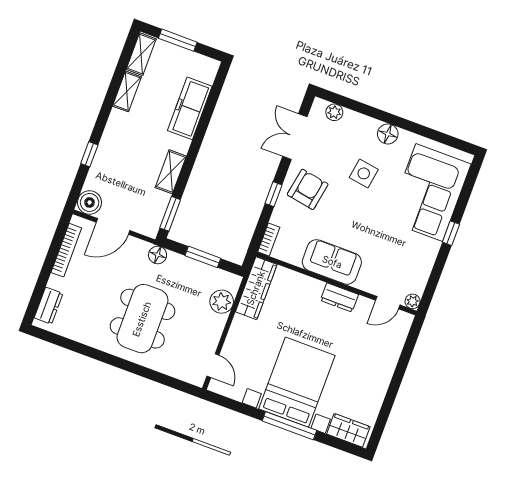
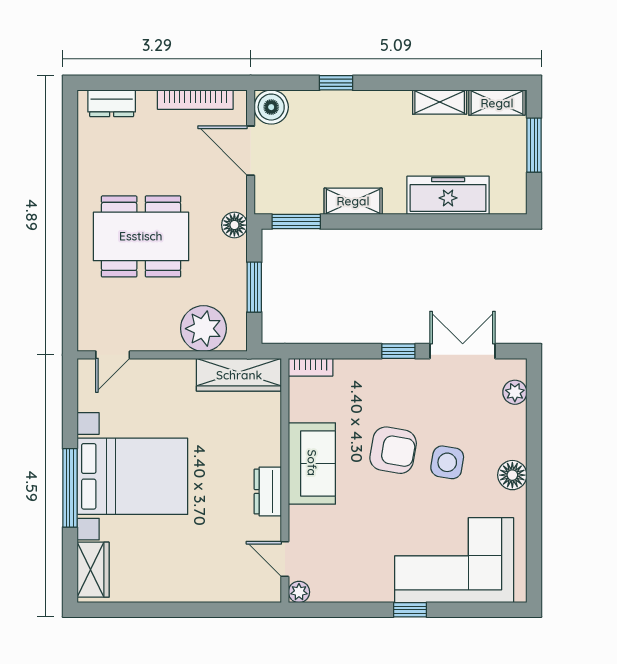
armchair: (308, 189) -> (393, 450), moved
window: (274, 194) -> (398, 351), moved
plant: (222, 302) -> (203, 329), width x1.36, depth x1.36

